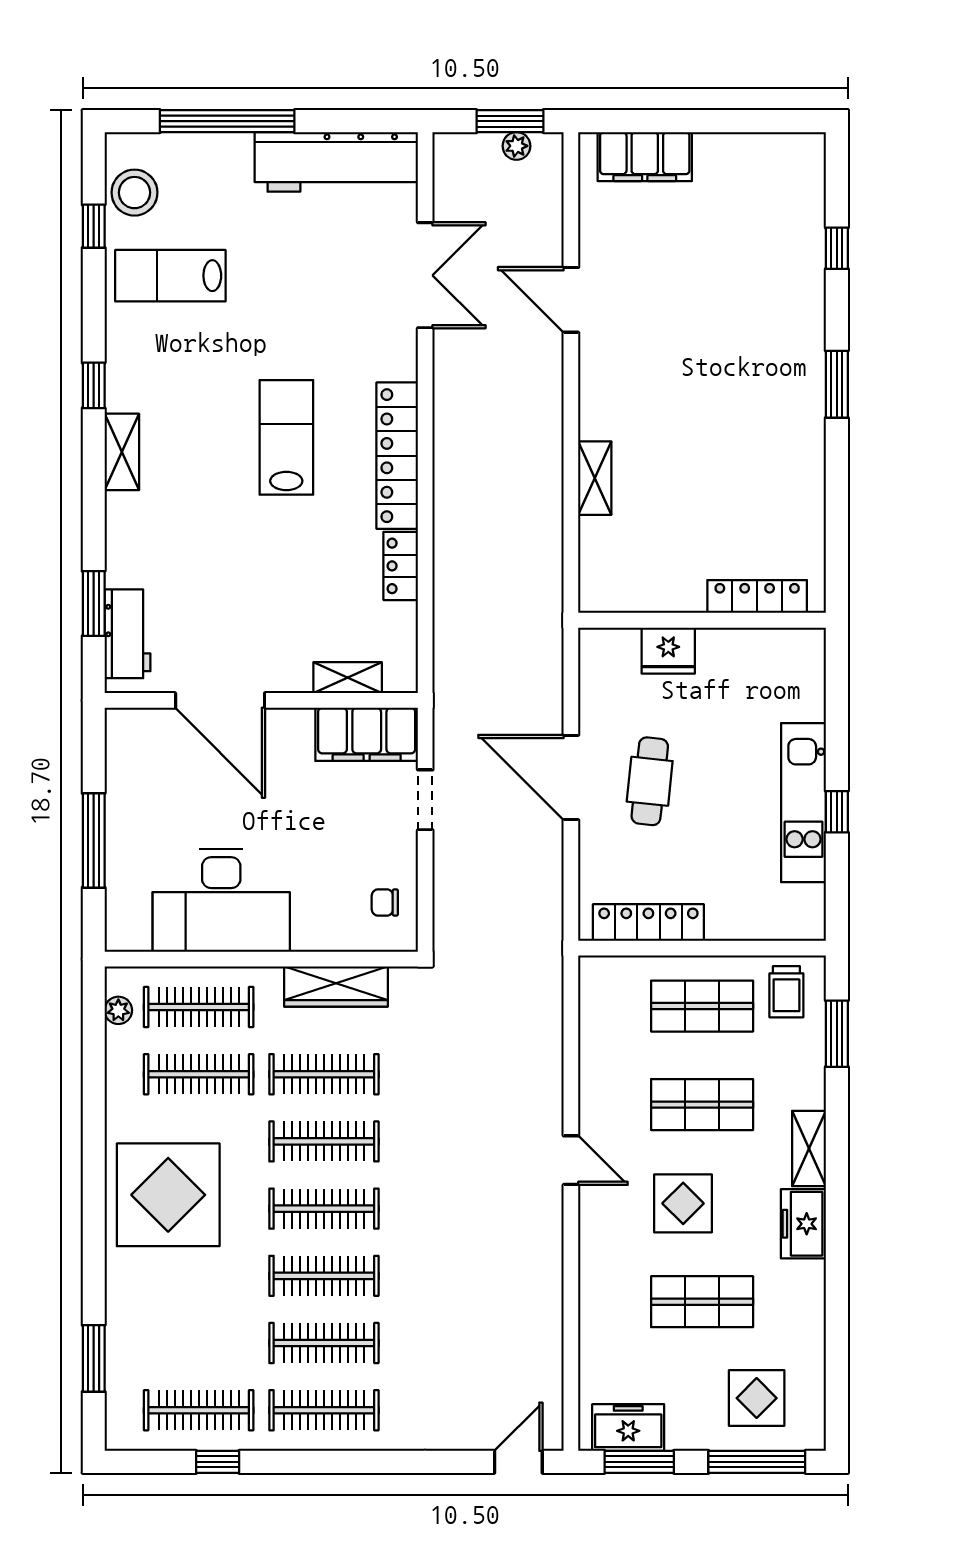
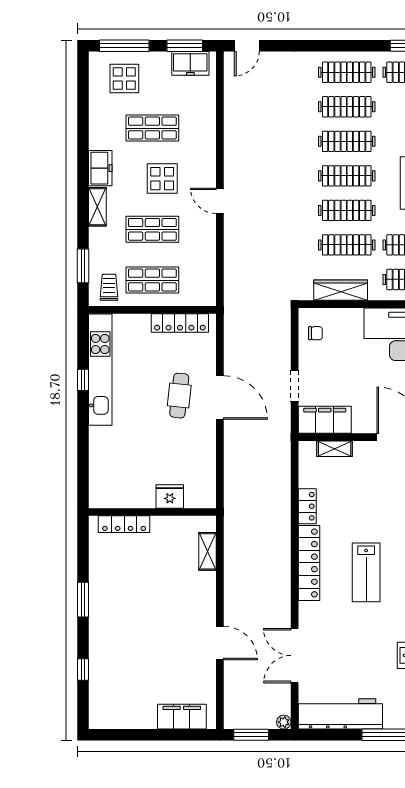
plant: (516, 146) -> (284, 722), moved
locker: (757, 597) -> (124, 524), moved
wall: (702, 620) -> (152, 512), moved
fridge: (668, 651) -> (170, 496), moved
kitchen unit: (804, 803) -> (100, 370), width x1.36

